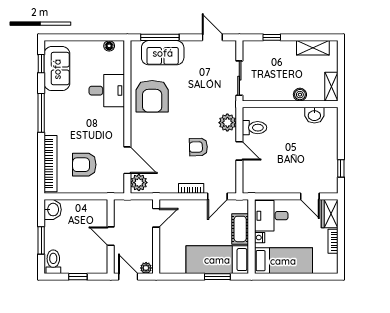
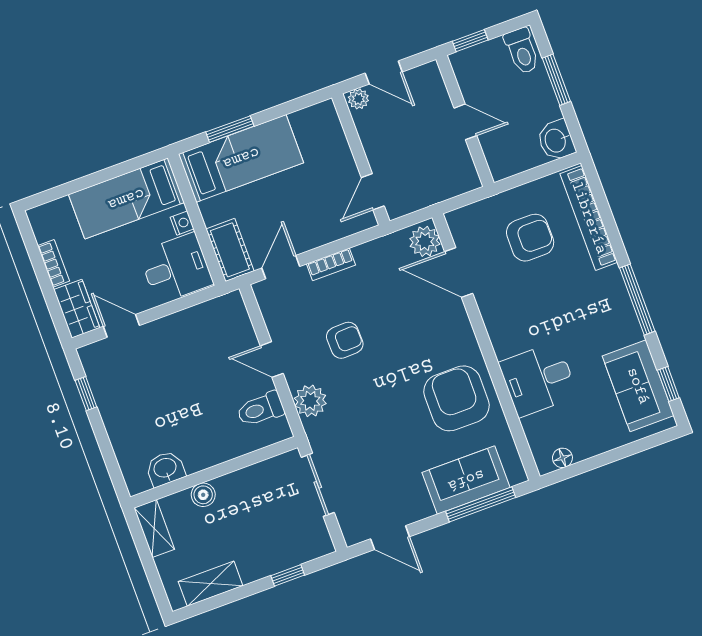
cot: (240, 229) -> (230, 250), moved
door: (111, 236) -> (465, 122), moved
wall: (111, 237) -> (465, 121), moved

